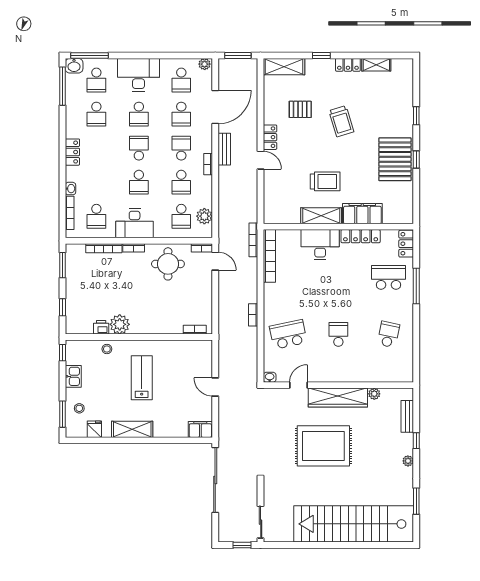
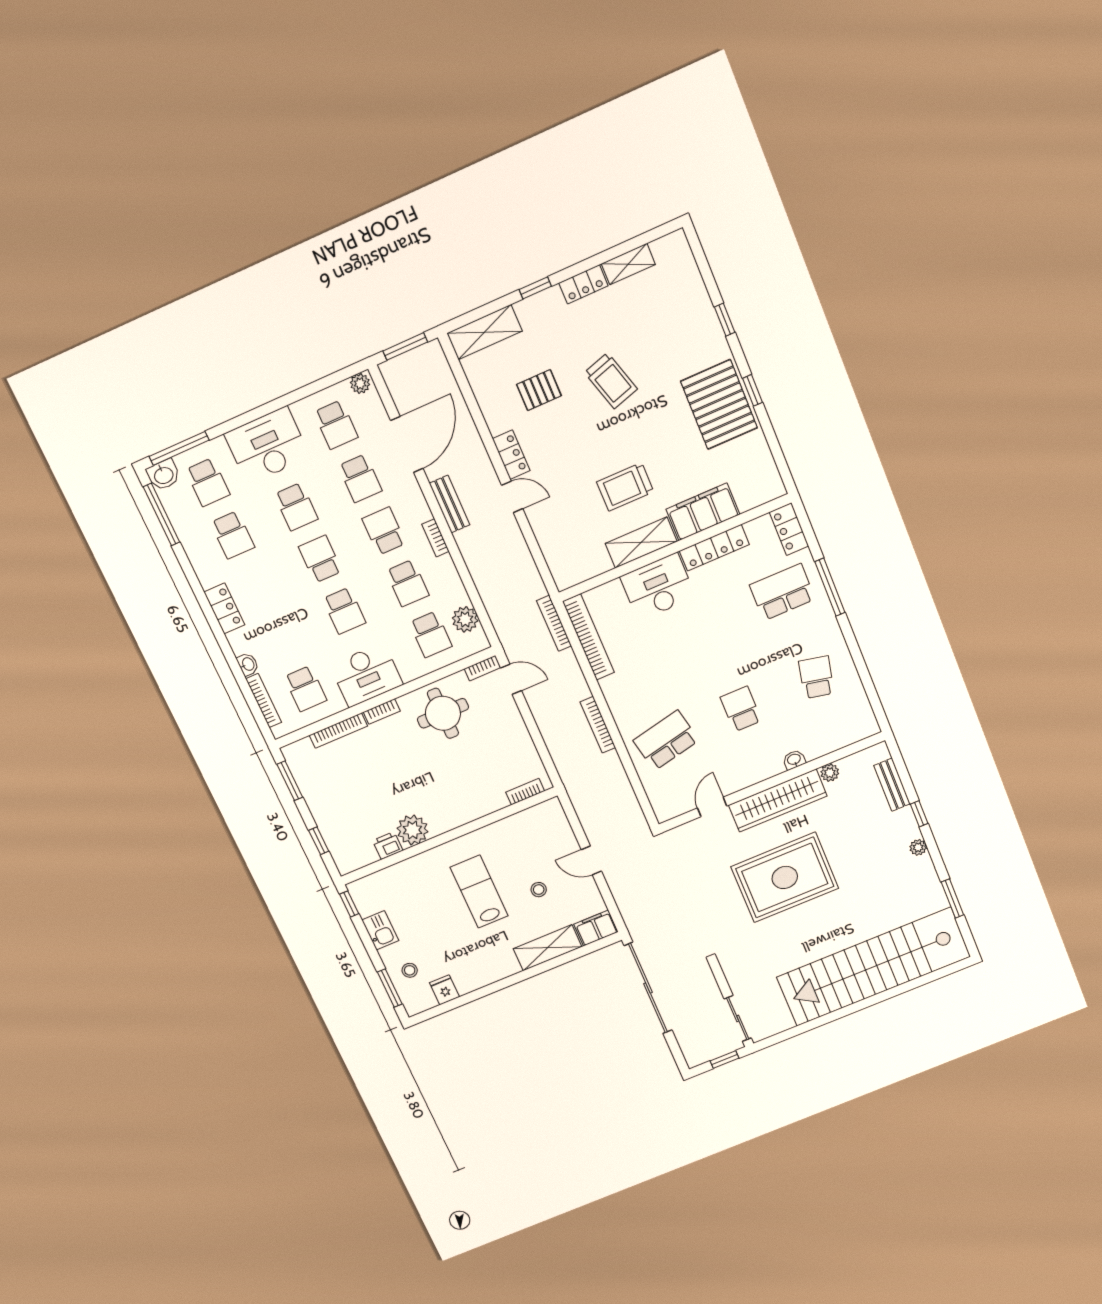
trolley: (325, 181) -> (625, 487), turned 180
bookcase: (253, 315) -> (598, 725), width x1.56
stool: (107, 349) -> (539, 890), moved
washbasin: (270, 377) -> (794, 760), moved
shelving: (132, 429) -> (548, 948), moved

